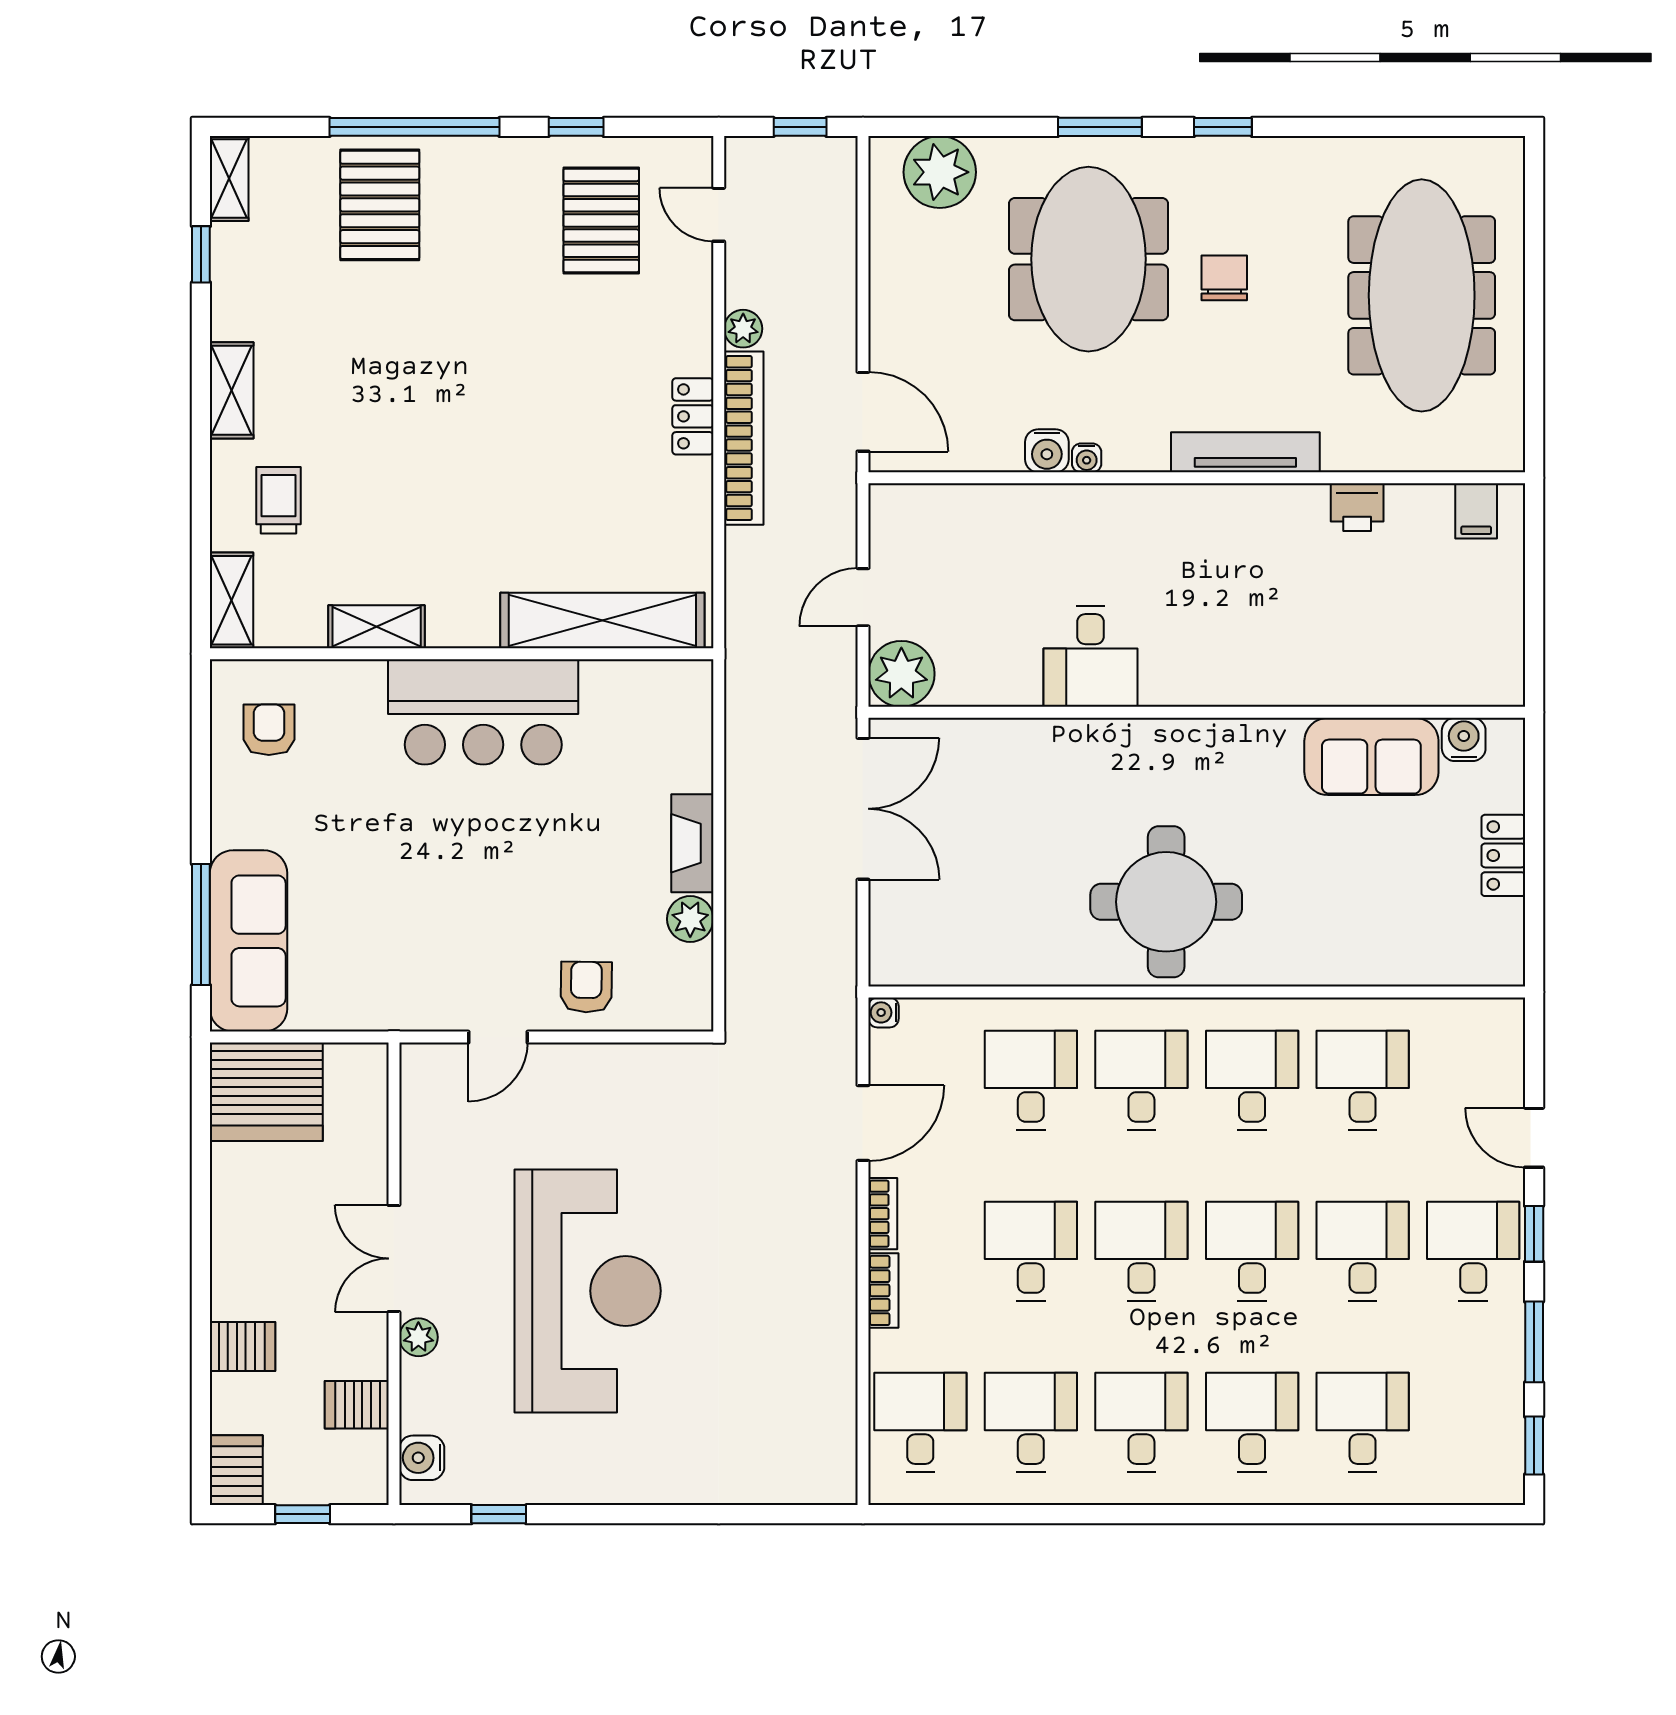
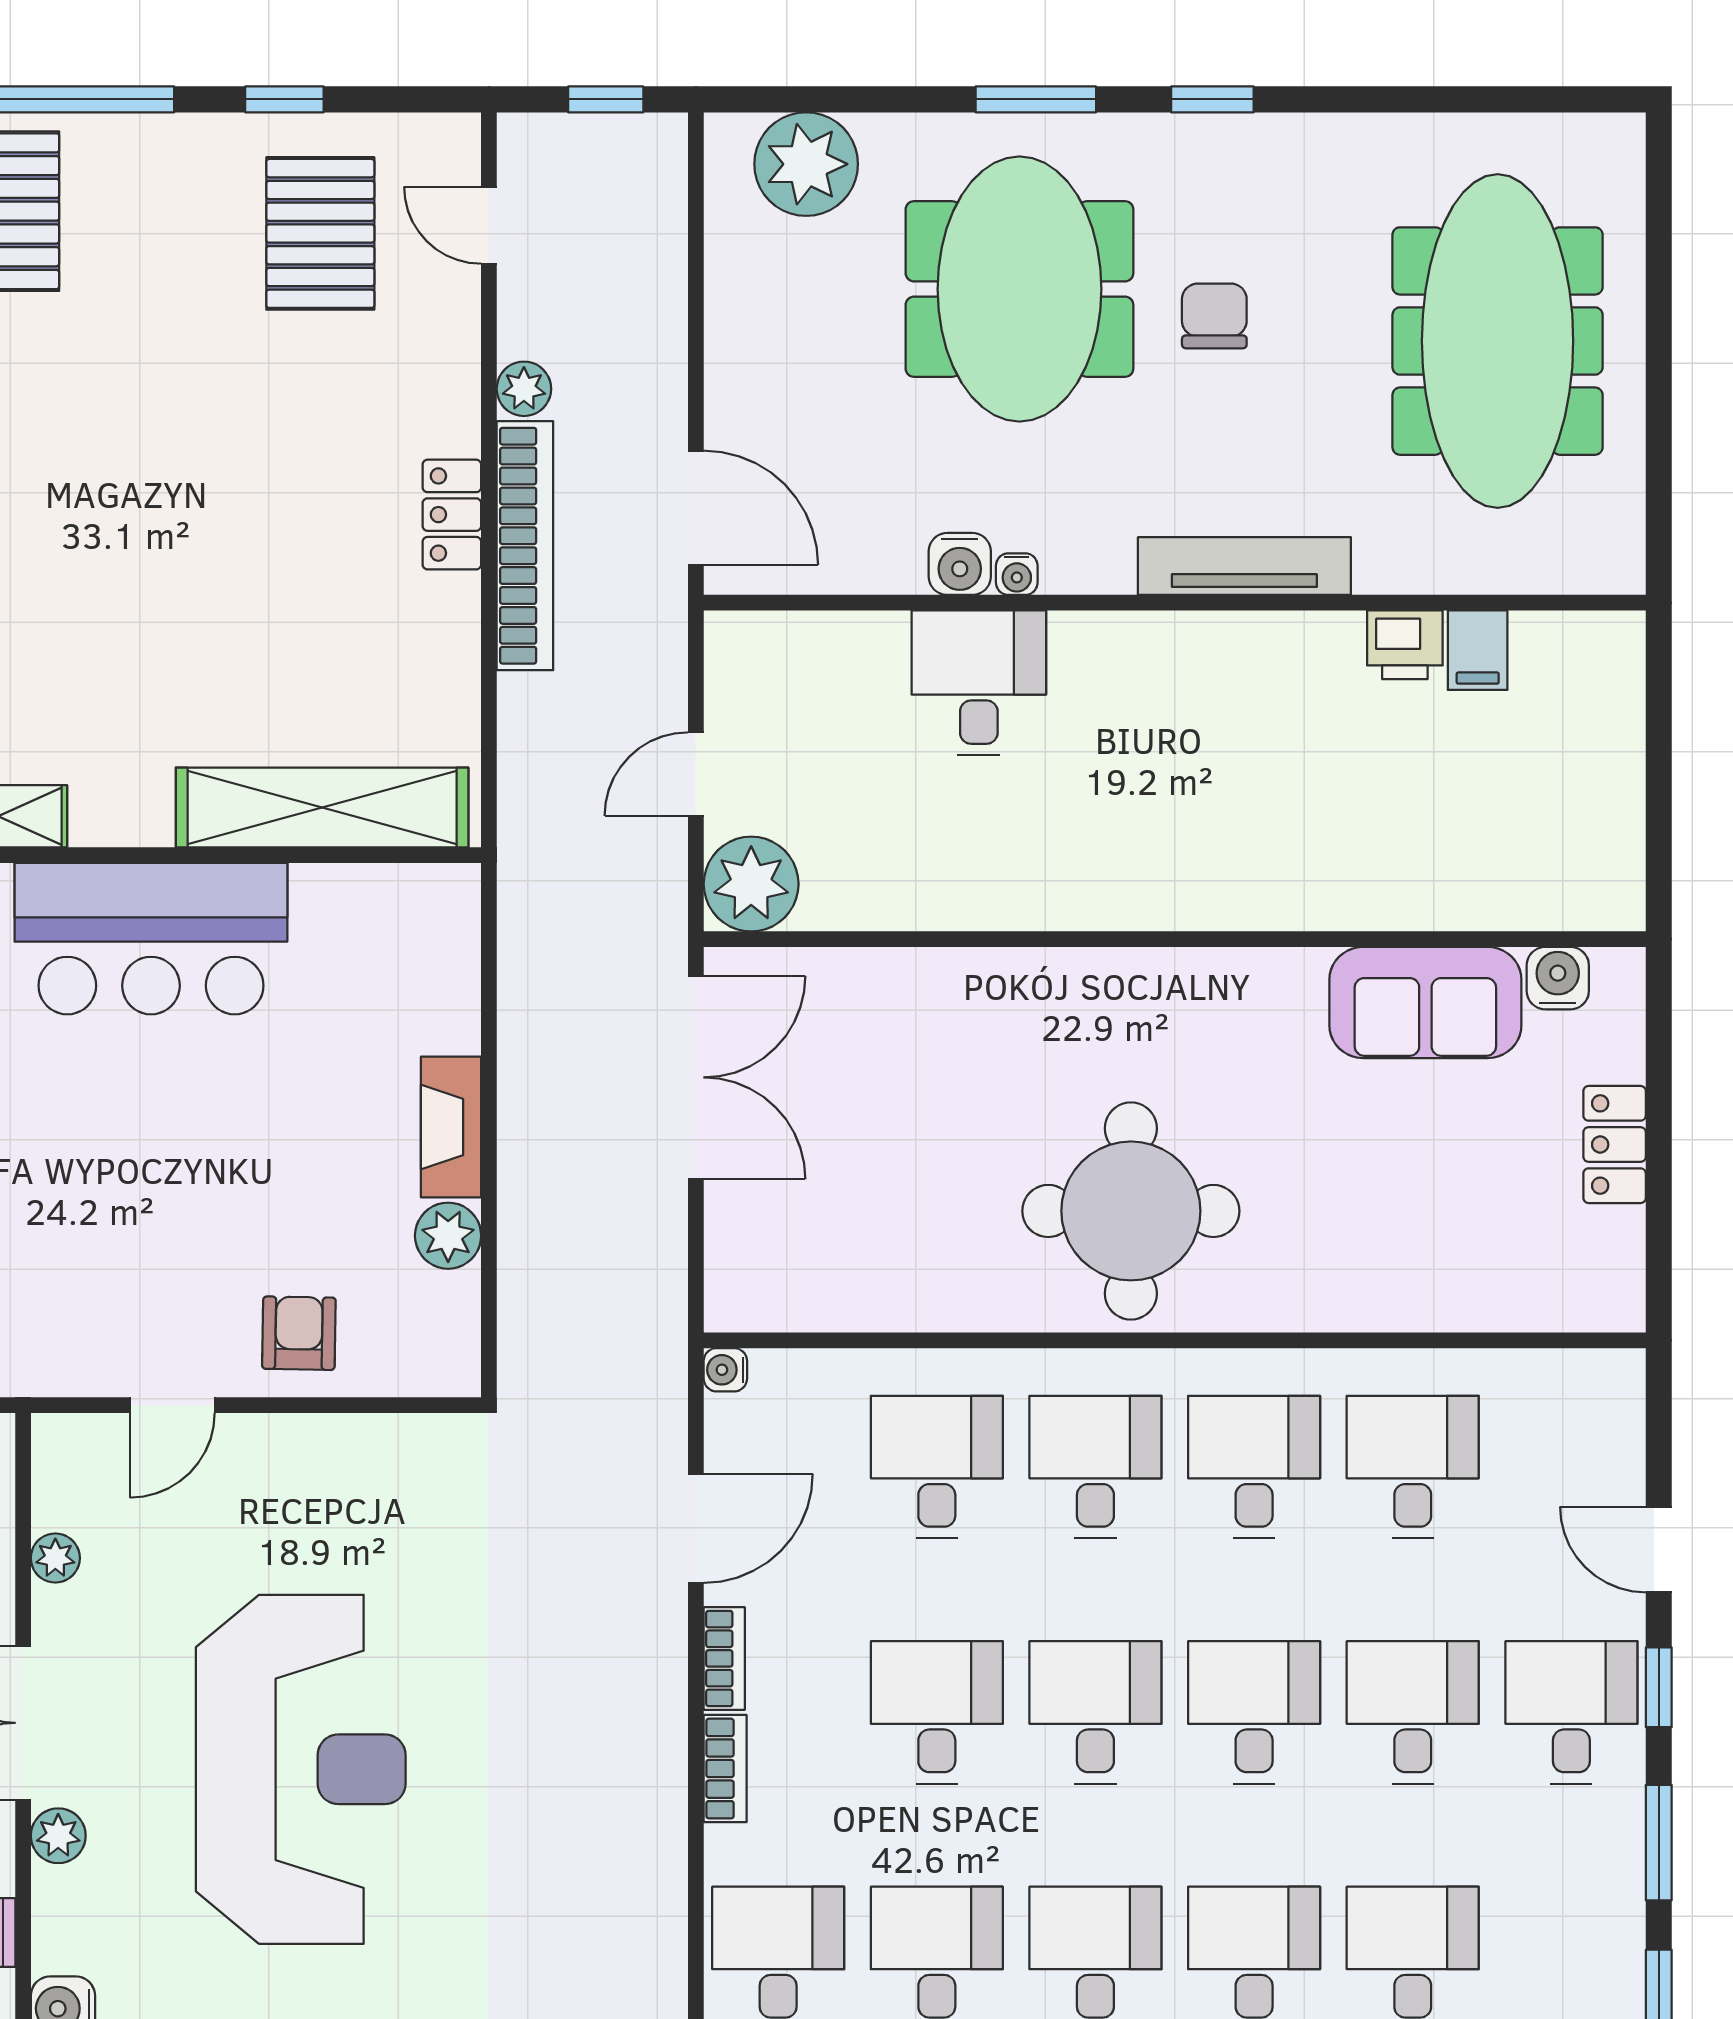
filing cabinet: (1476, 511) -> (1478, 650), moved
desk: (1091, 656) -> (979, 683), moved, turned 180
plant: (416, 1144) -> (55, 1558), added

